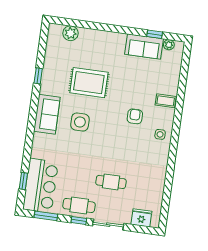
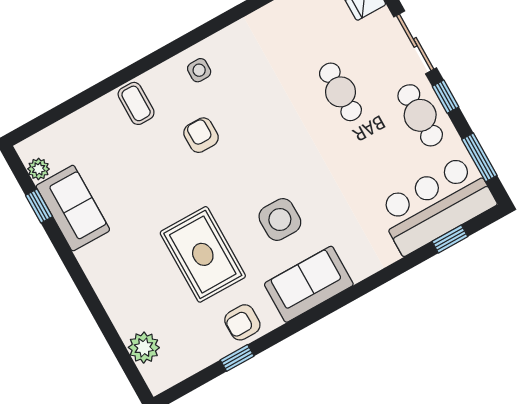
window: (38, 76) -> (237, 358), moved
armchair: (52, 78) -> (242, 322), added
armchair: (135, 116) -> (201, 135), turned 90

